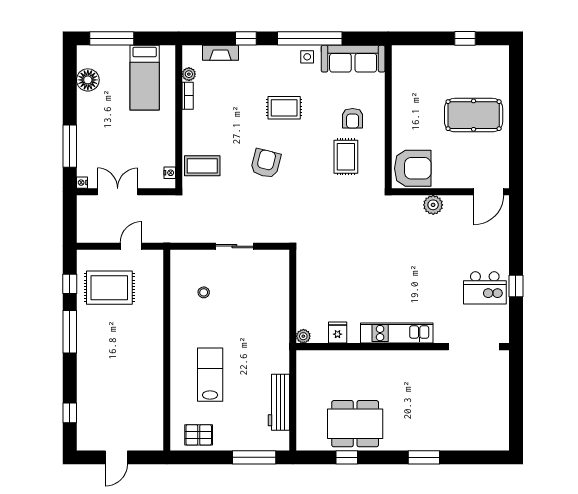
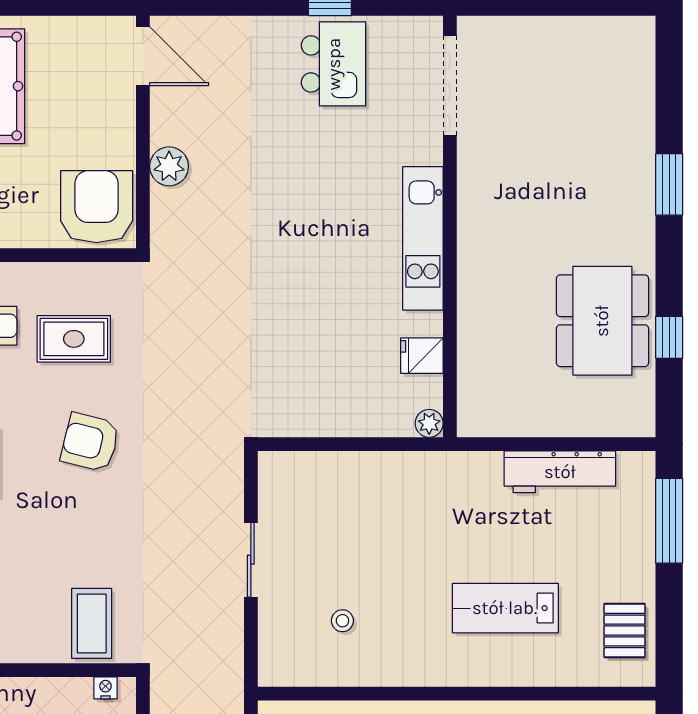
armchair: (266, 163) -> (90, 442), moved

